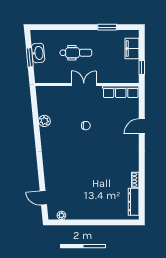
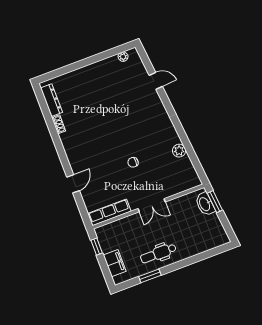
washbasin: (38, 53) -> (205, 204), moved
dental chair: (76, 53) -> (158, 253), moved
window: (30, 57) -> (215, 202), moved
door: (43, 198) -> (156, 81), moved

